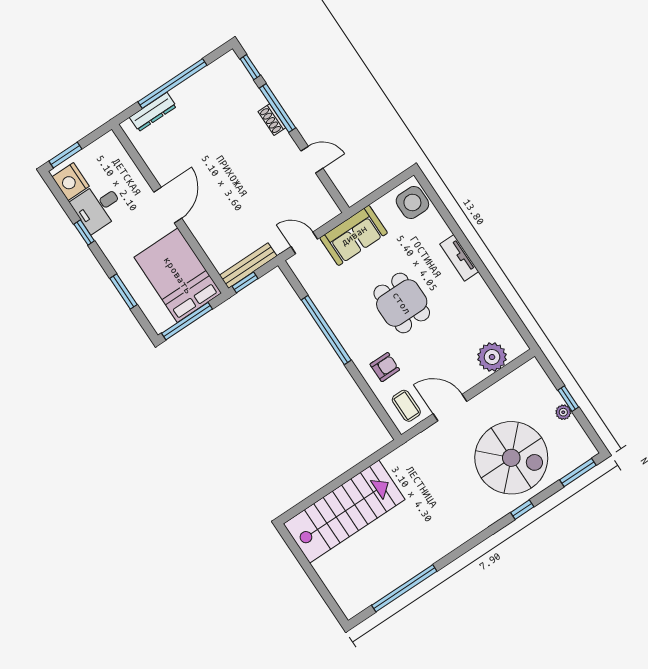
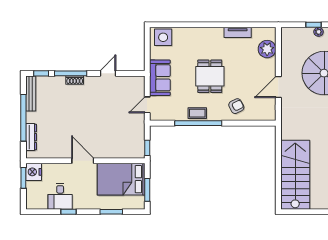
window: (65, 155) -> (23, 178), moved
nightstand: (71, 182) -> (34, 172), moved, turned 90
tv unit: (459, 258) -> (238, 32), moved
bench: (248, 266) -> (31, 93), moved
dining table: (402, 303) -> (210, 76), turned 90
window: (187, 321) -> (147, 190), width x0.69
armchair: (385, 367) -> (236, 106), turned 63
coffee table: (406, 406) -> (197, 113), moved

